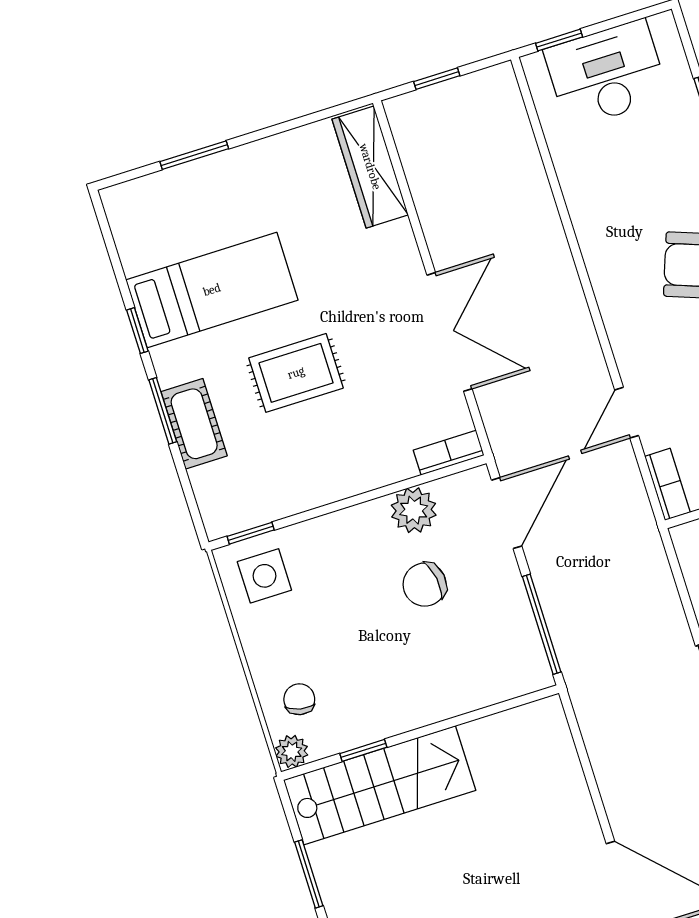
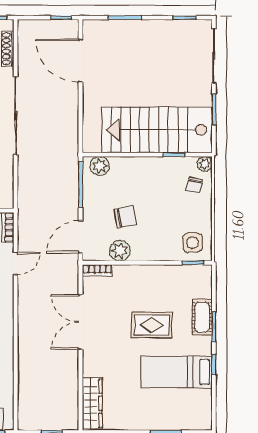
plant: (513, 677) -> (100, 166), added
stairs: (380, 785) -> (157, 130), width x1.36, depth x1.51

